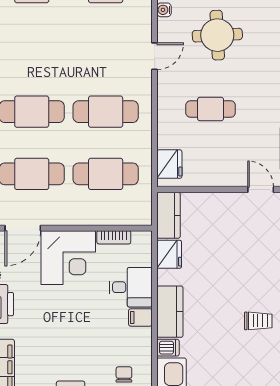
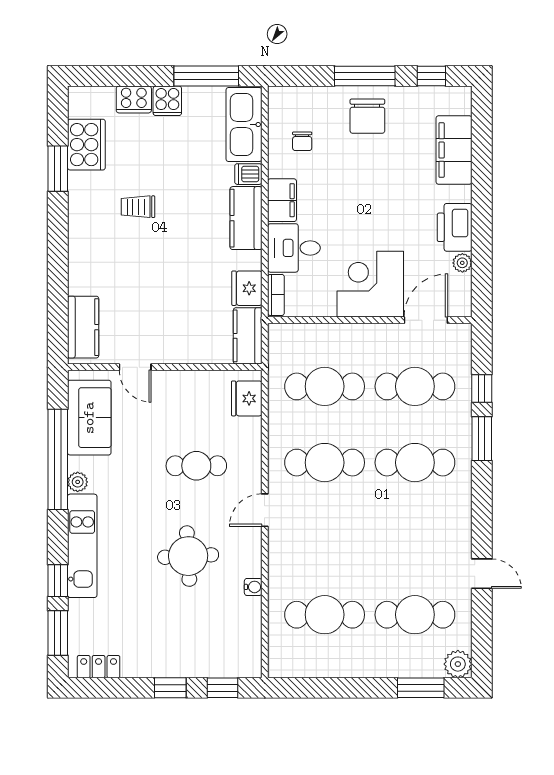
door: (155, 56) -> (265, 510), moved
bookcase: (114, 237) -> (276, 295), moved, turned 90
filing cabinet: (140, 317) -> (282, 200), width x2.00

